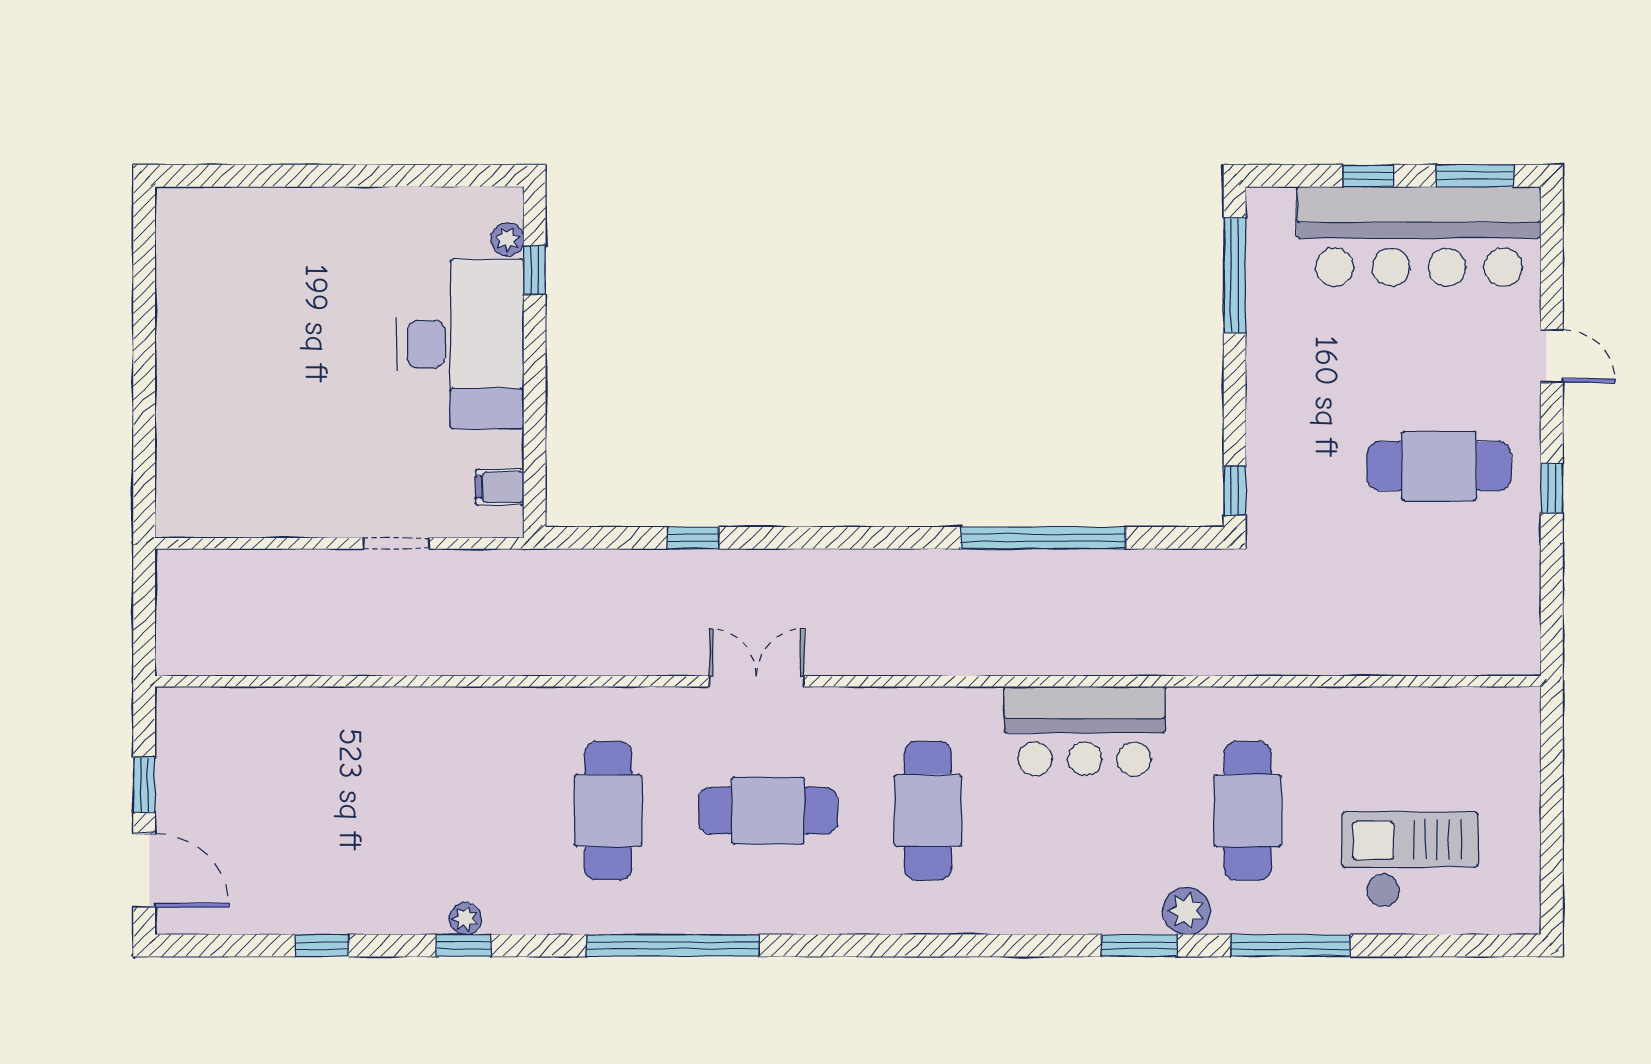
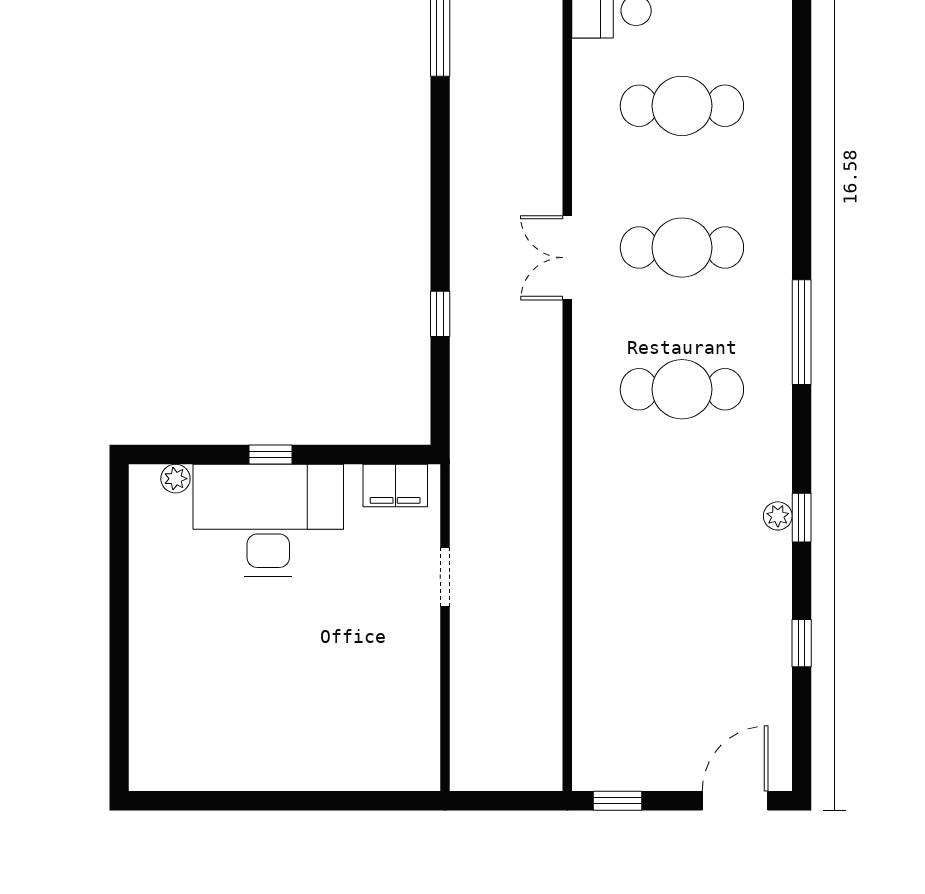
window: (535, 270) -> (270, 454), moved
filing cabinet: (500, 487) -> (395, 485), width x2.00
window: (144, 785) -> (617, 801), moved
cafe table: (768, 811) -> (682, 248), turned 90
window: (673, 945) -> (802, 332), width x0.68

